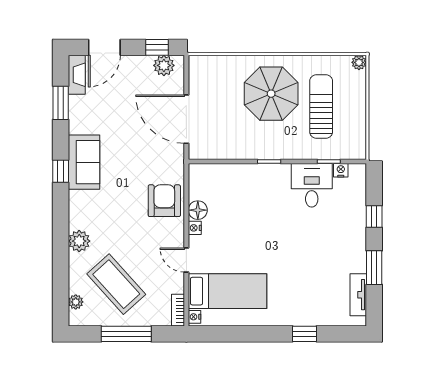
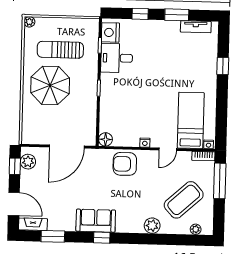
nightstand: (341, 170) -> (110, 32), width x1.89, depth x1.79
floor lamp: (198, 210) -> (106, 139), moved
window: (126, 334) -> (220, 181), moved

